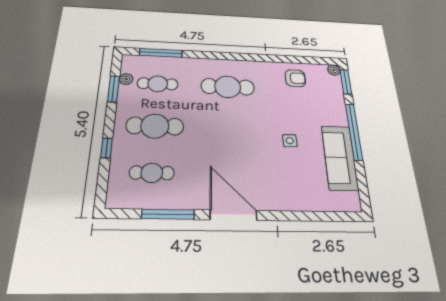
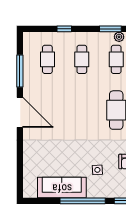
cafe table: (155, 126) -> (82, 59), width x0.73, depth x0.74
side table: (290, 141) -> (97, 170), moved
door: (233, 215) -> (20, 112), hinge flipped

